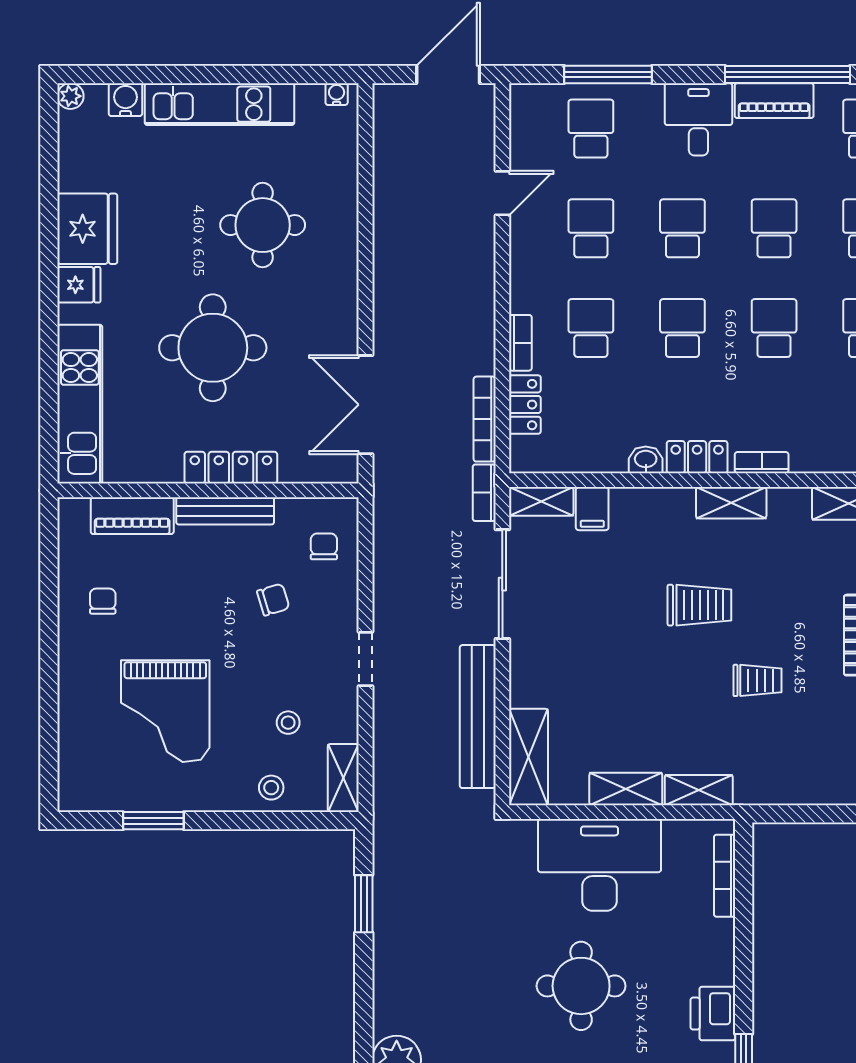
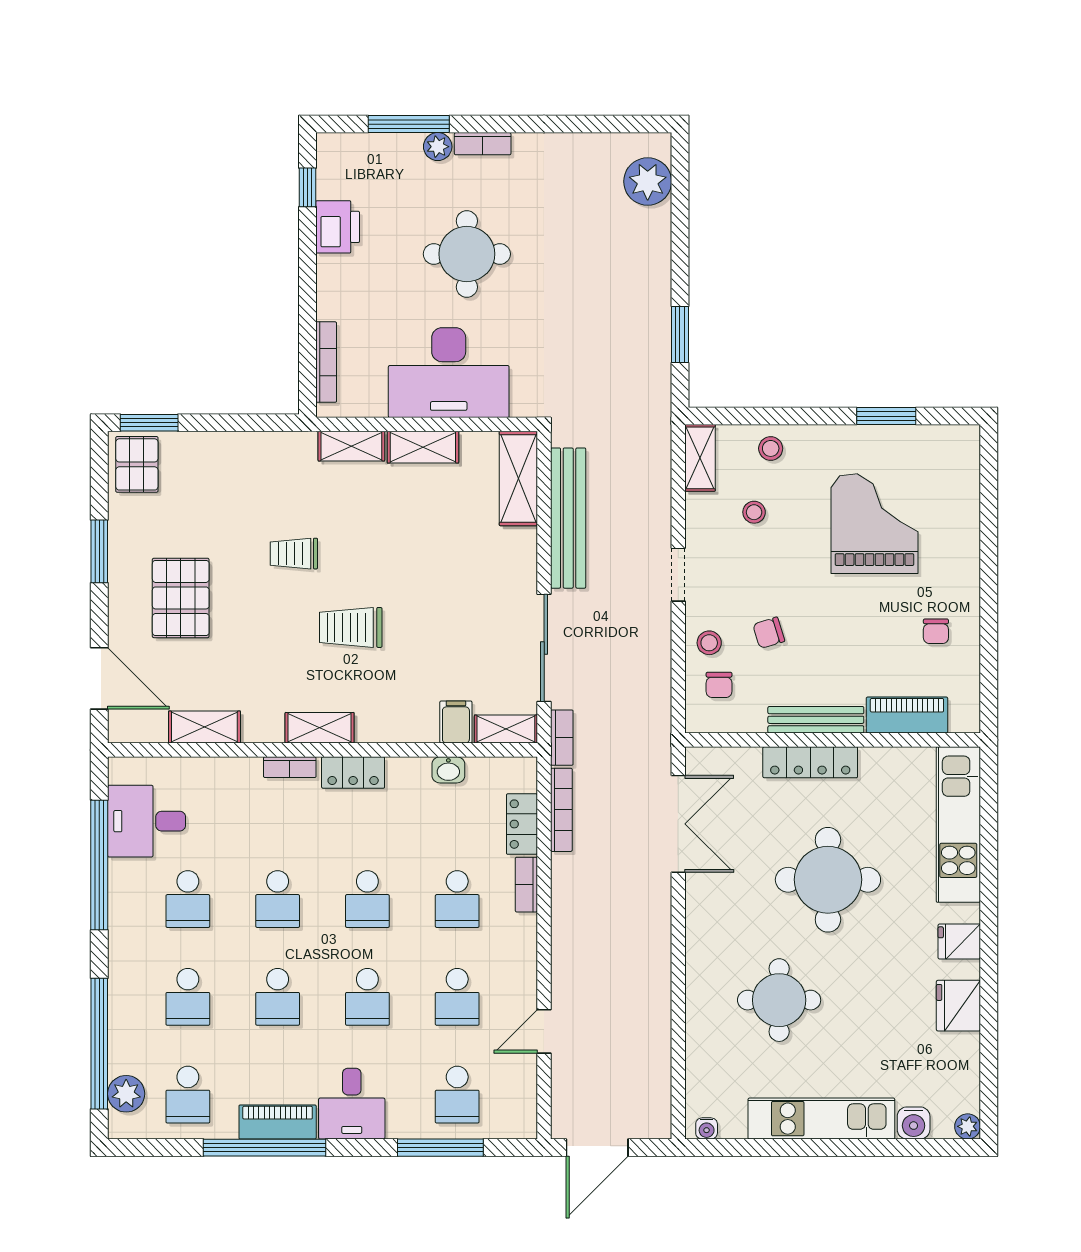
fridge: (87, 229) -> (958, 1006), width x0.73, depth x0.75
washbasin: (646, 460) -> (448, 770), moved
stool: (334, 589) -> (709, 643), added

